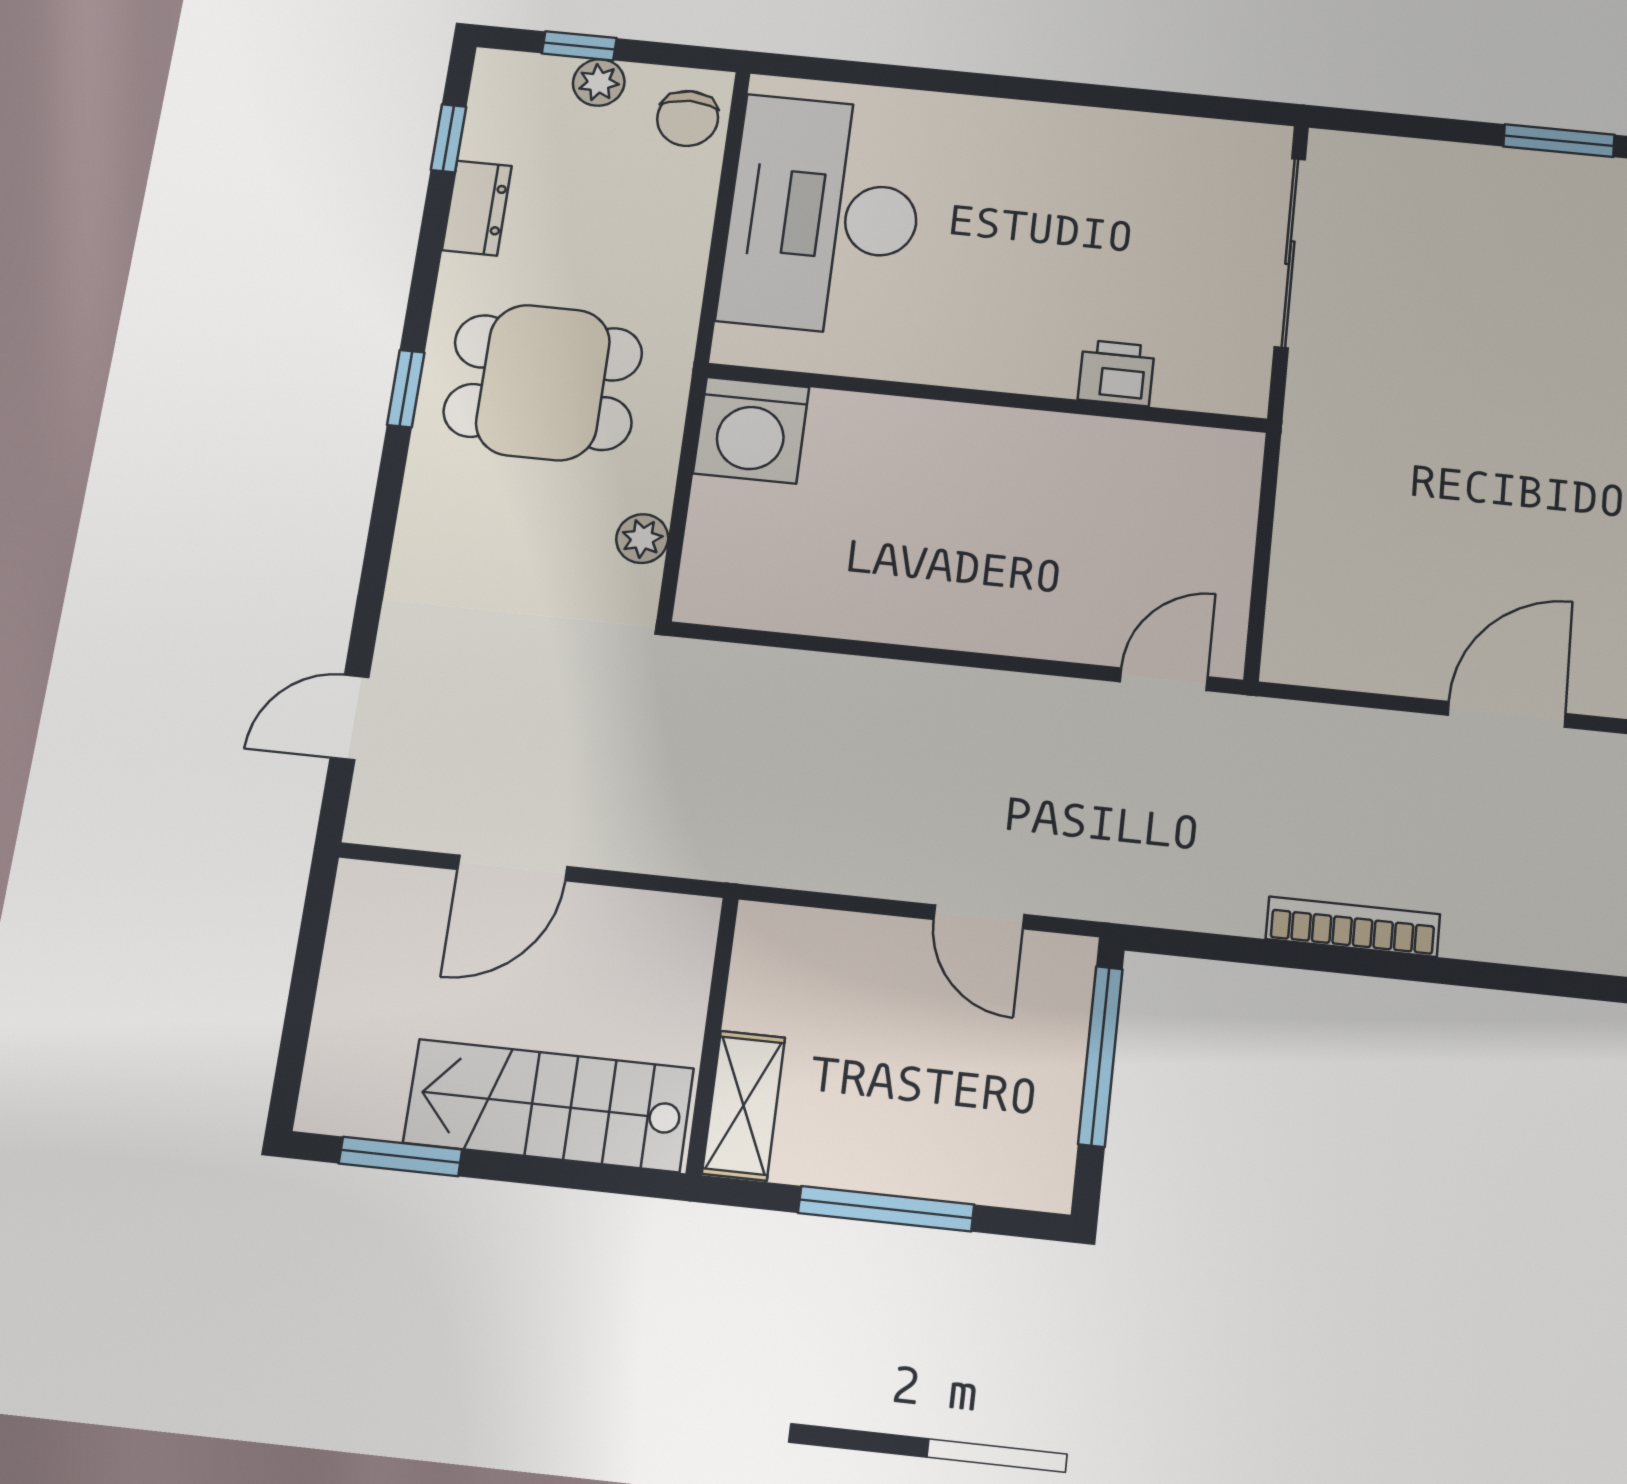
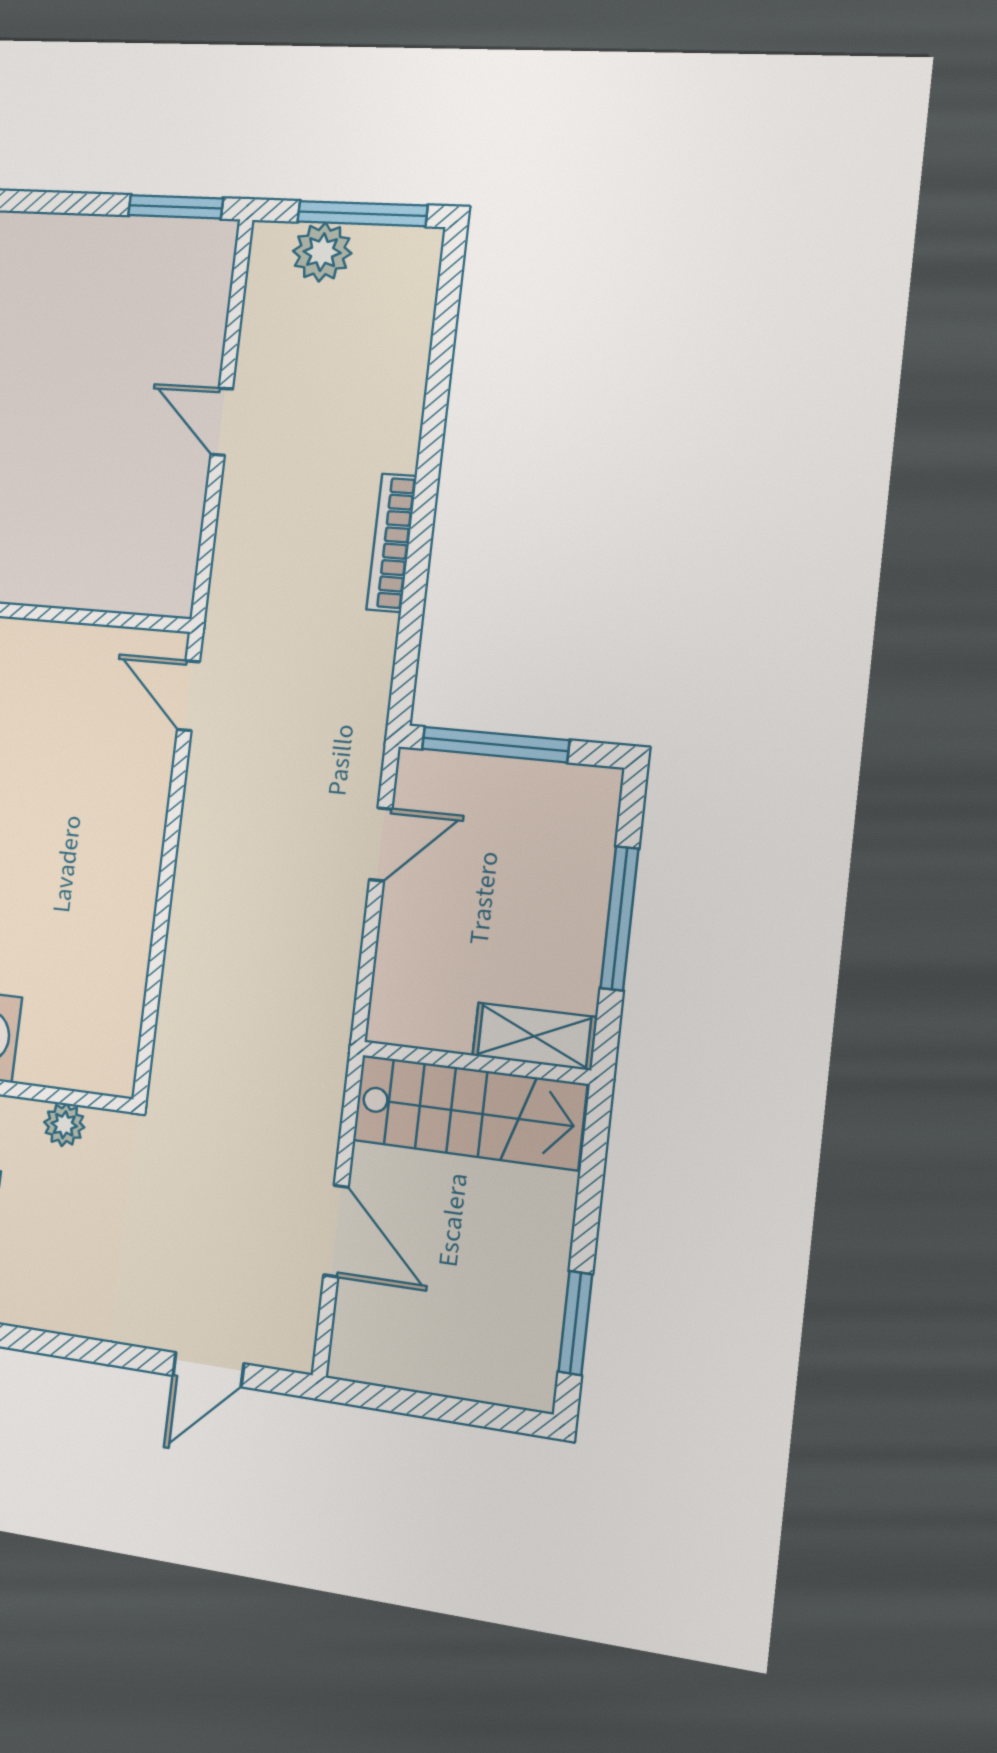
door: (1507, 714) -> (222, 422), width x0.73
door: (350, 717) -> (208, 1370), hinge flipped
stairs: (549, 1106) -> (469, 1112), moved, turned -90

